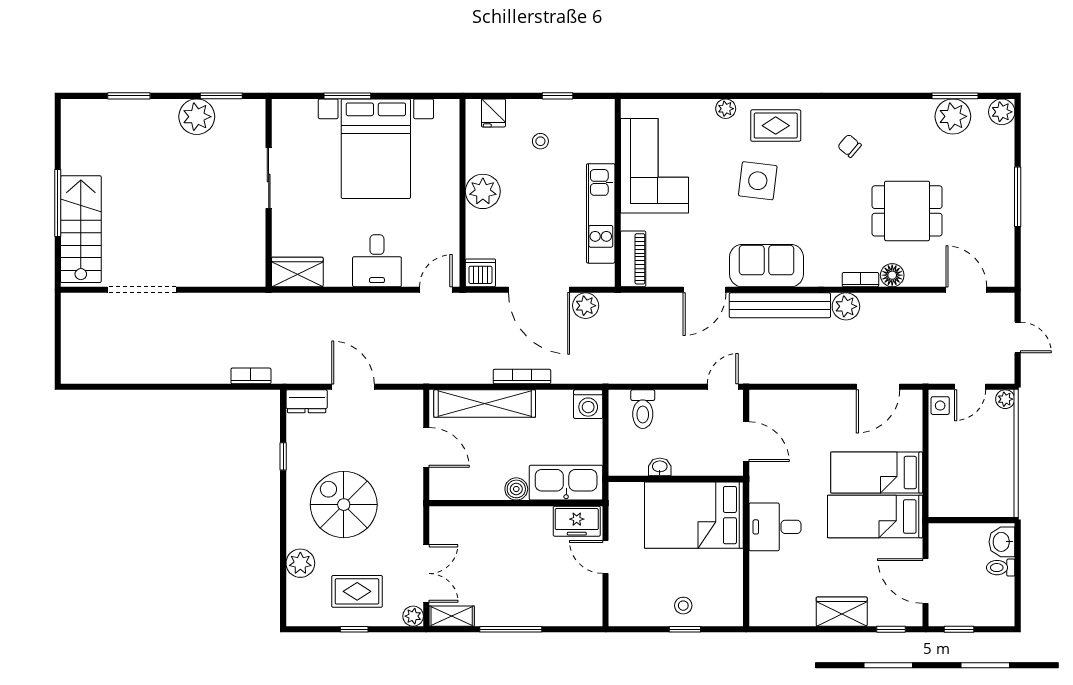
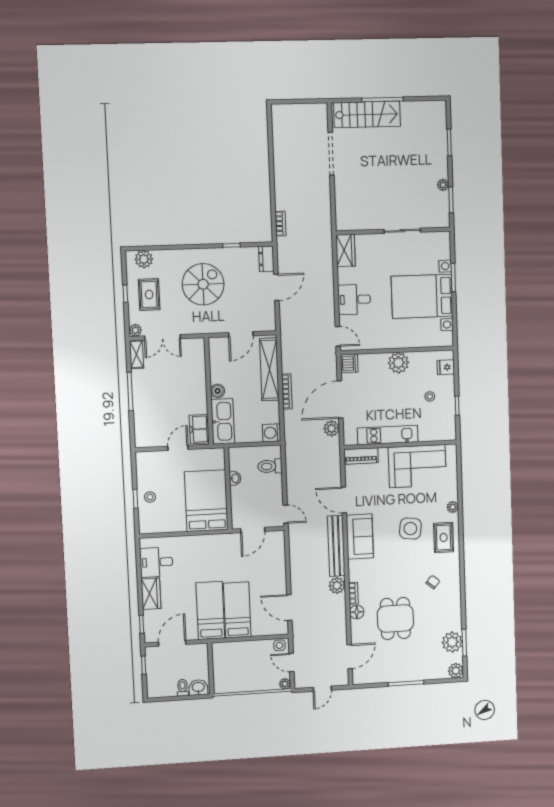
plant: (197, 117) -> (443, 185), width x0.53, depth x0.53
desk: (775, 527) -> (156, 562), moved, turned -90
plant: (300, 563) -> (144, 259), moved

